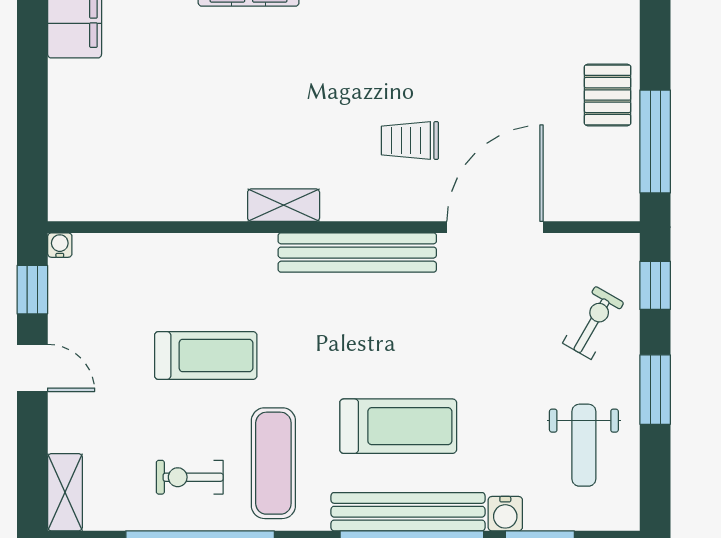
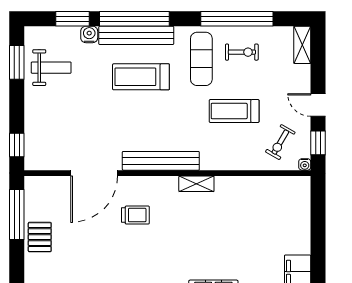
exercise bike: (593, 323) -> (280, 142), moved
window: (655, 390) -> (17, 62), moved
weight bench: (584, 445) -> (51, 68), turned 90

